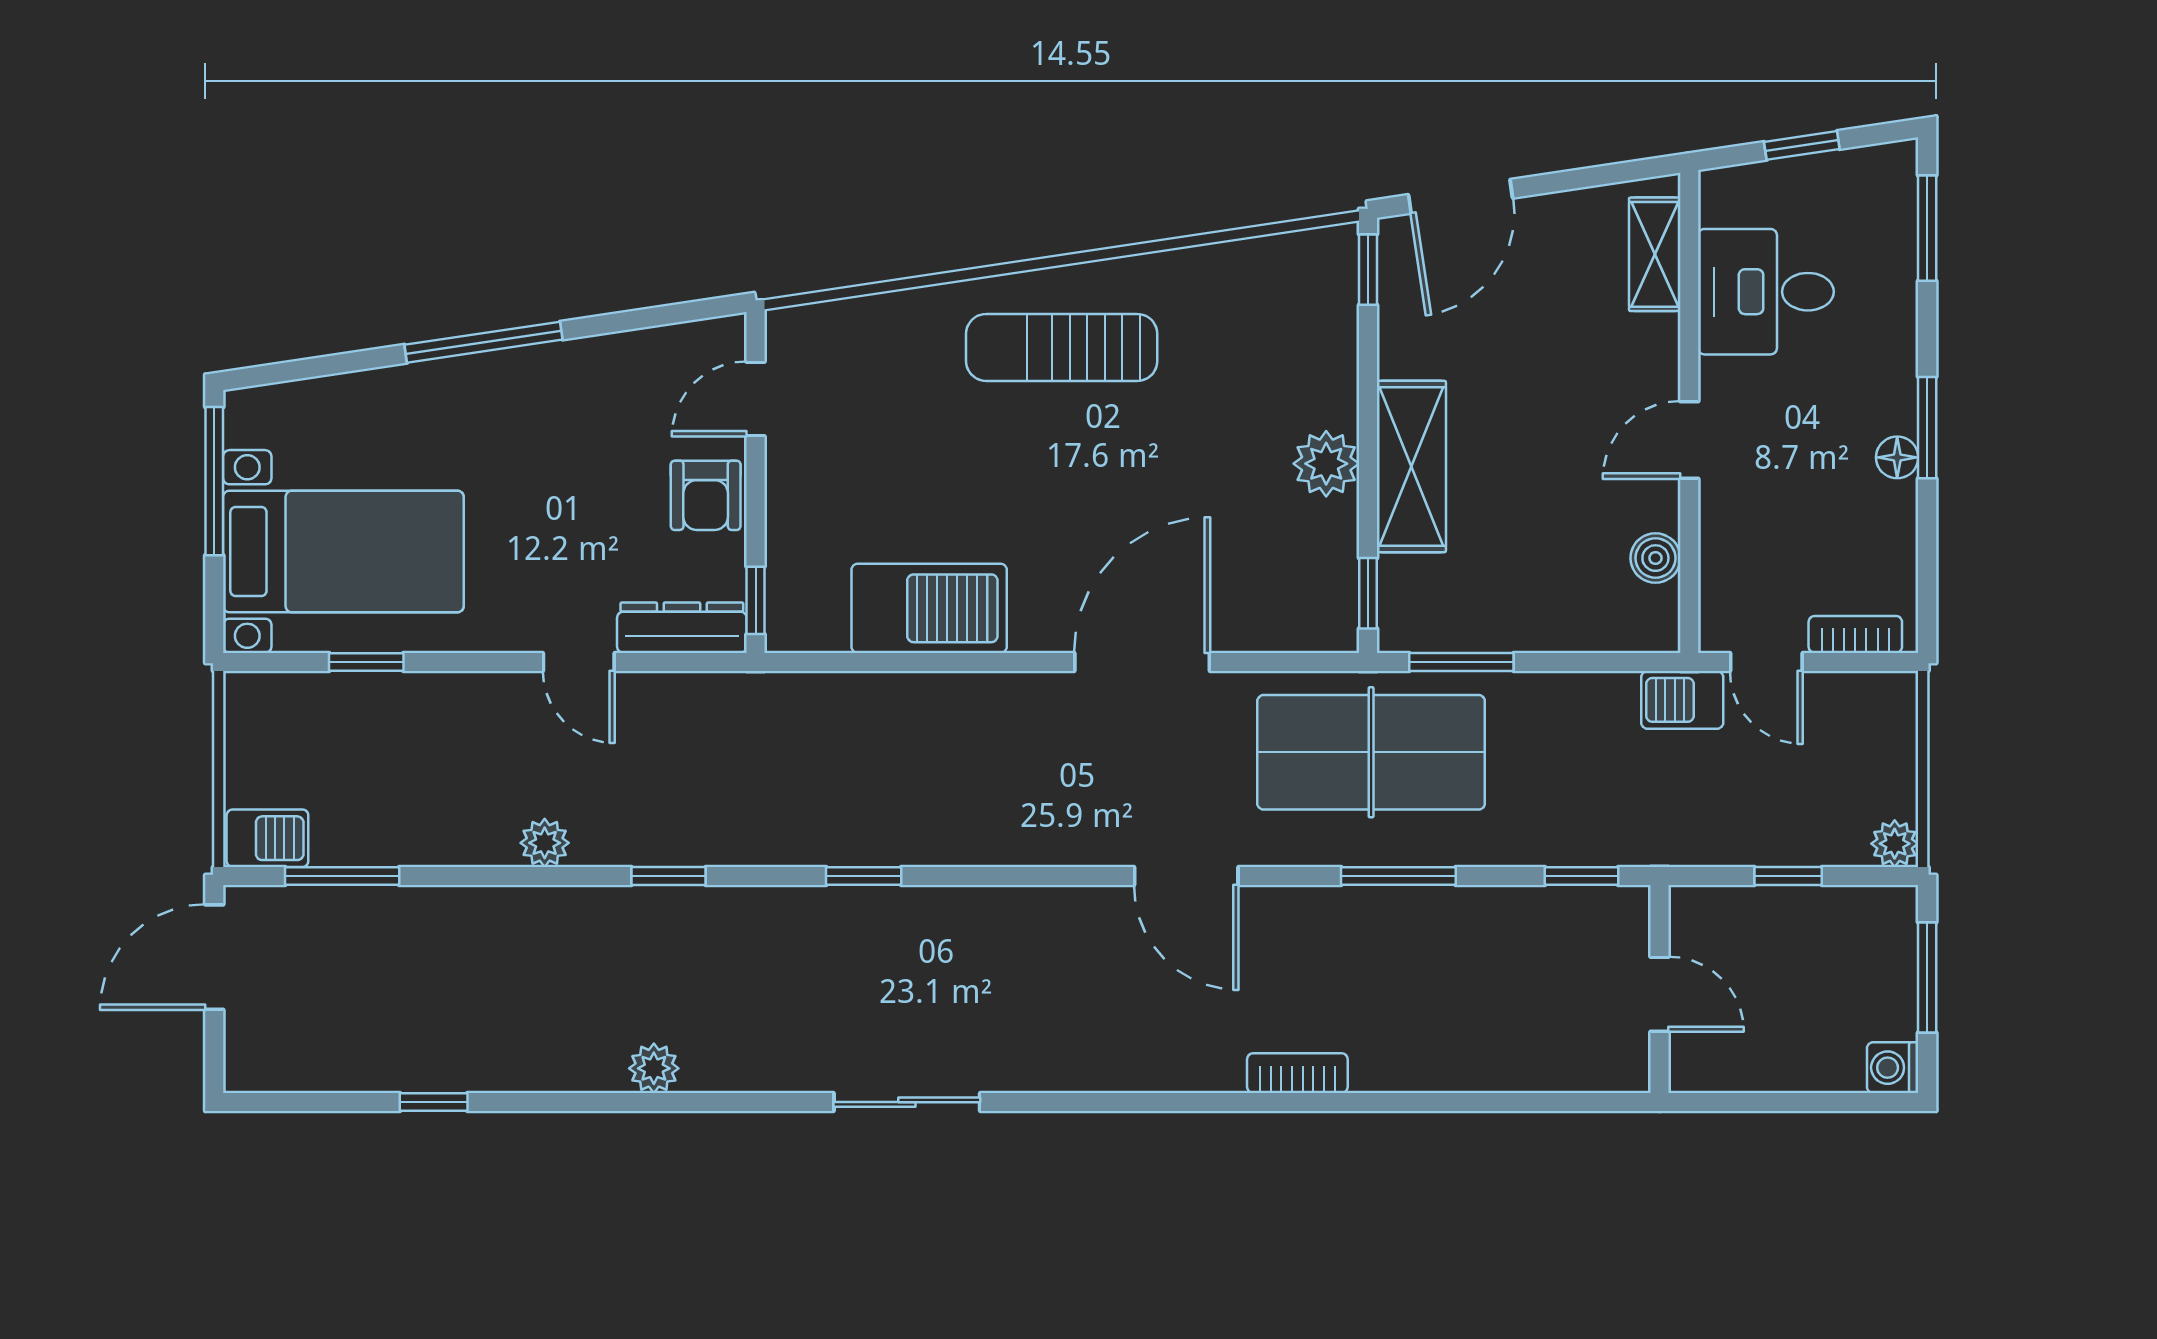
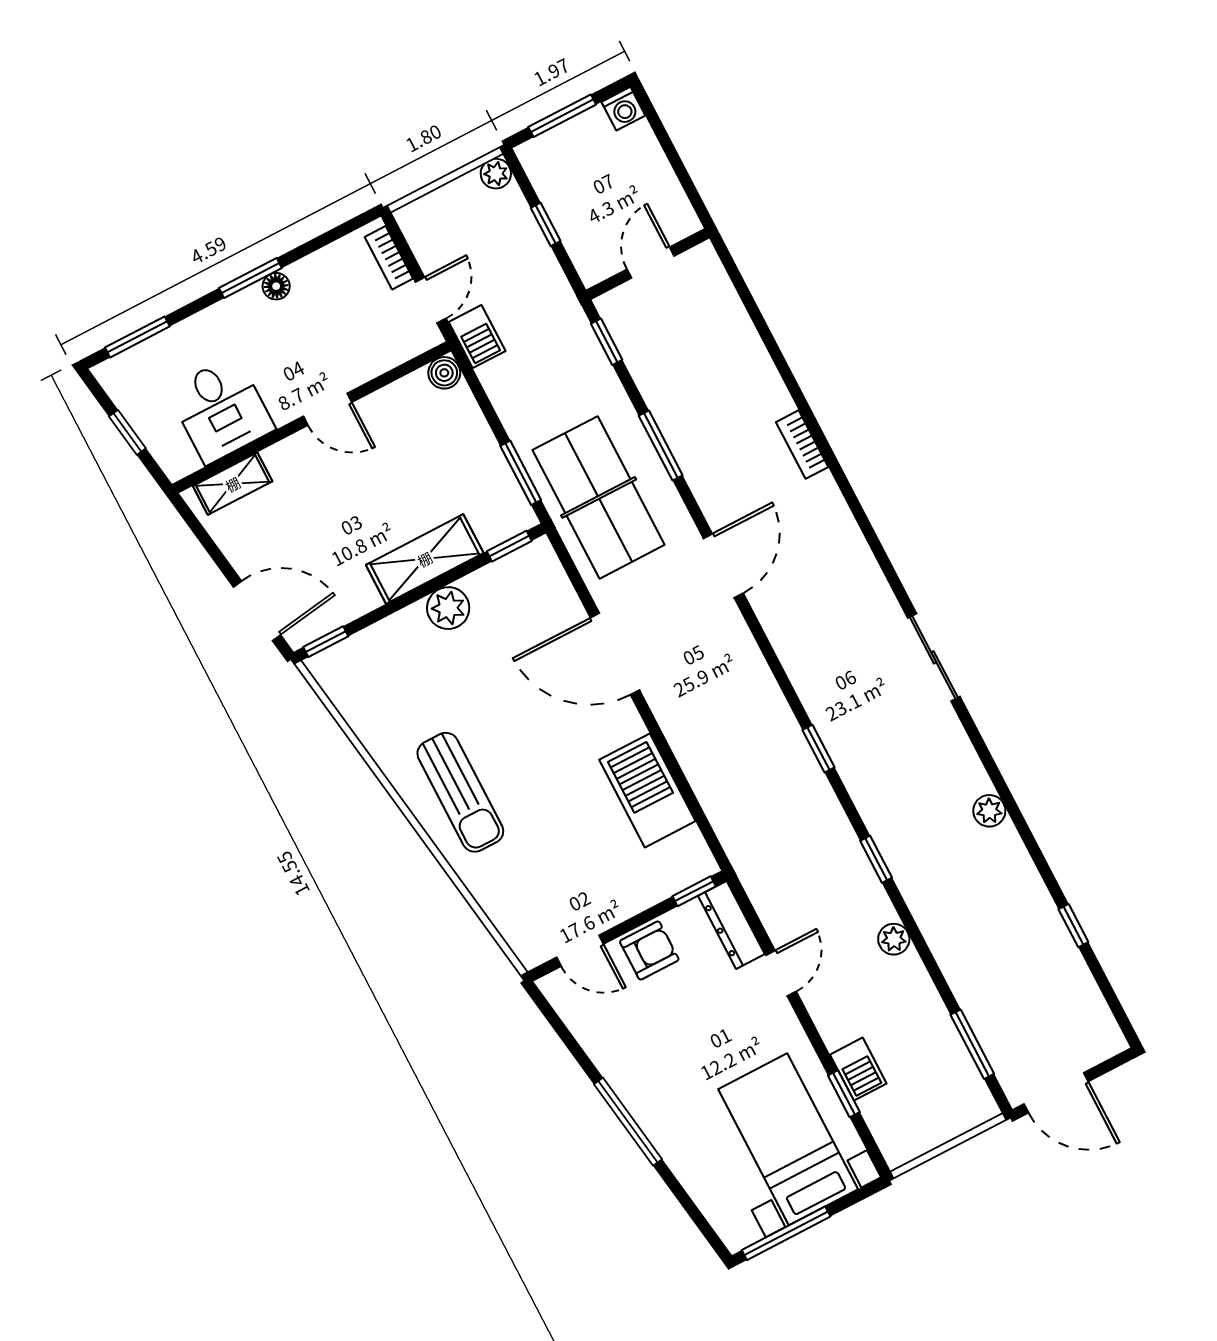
boiler: (1655, 558) -> (444, 373), moved
barbecue: (267, 838) -> (858, 1069), moved, turned 180

